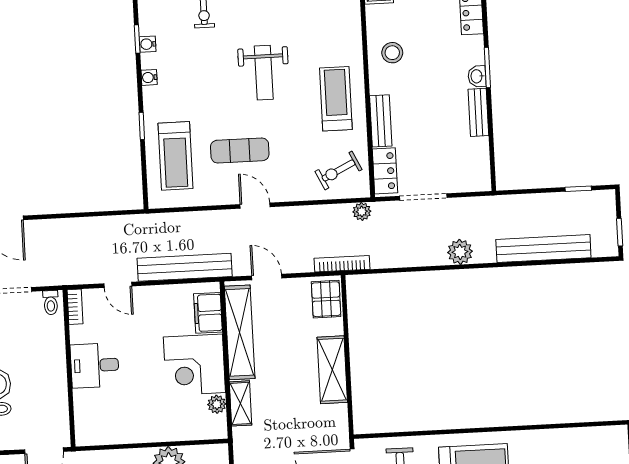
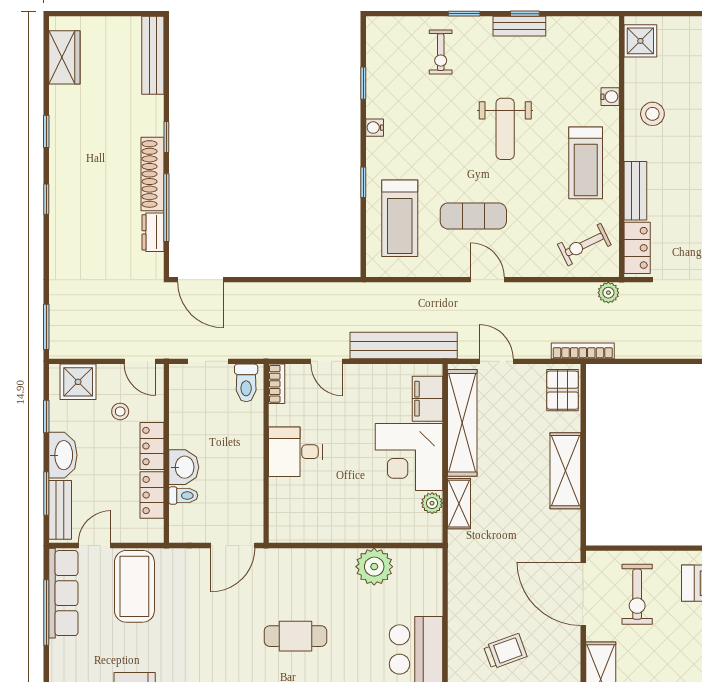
water cooler: (148, 44) -> (610, 97), moved, turned 180
treadmill: (336, 99) -> (586, 163), turned 180
toilet: (51, 303) -> (246, 383), width x1.37, depth x1.39

